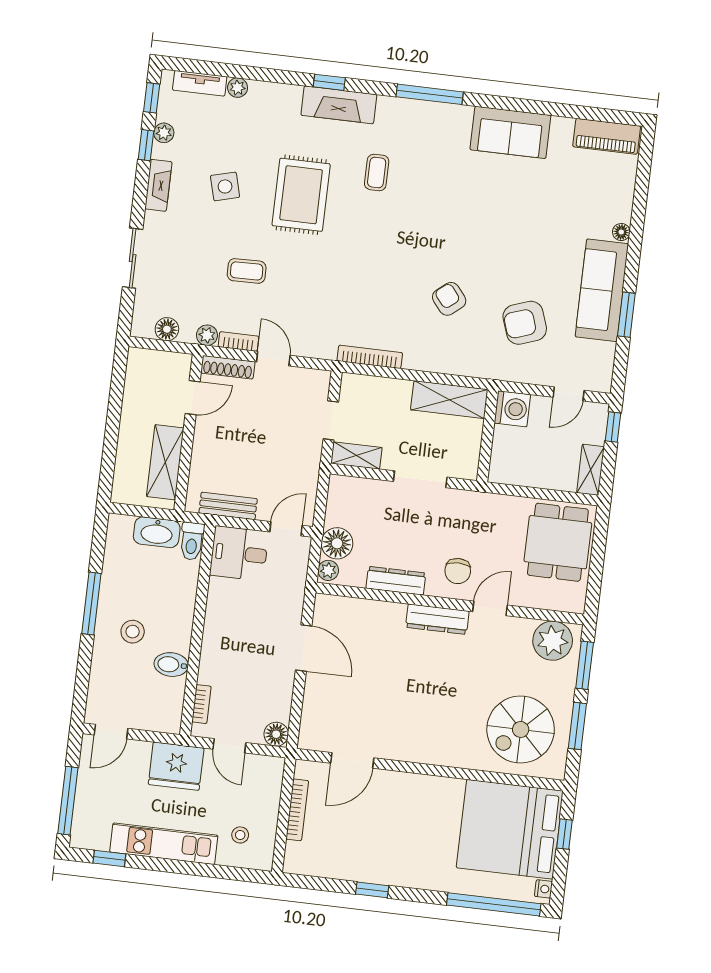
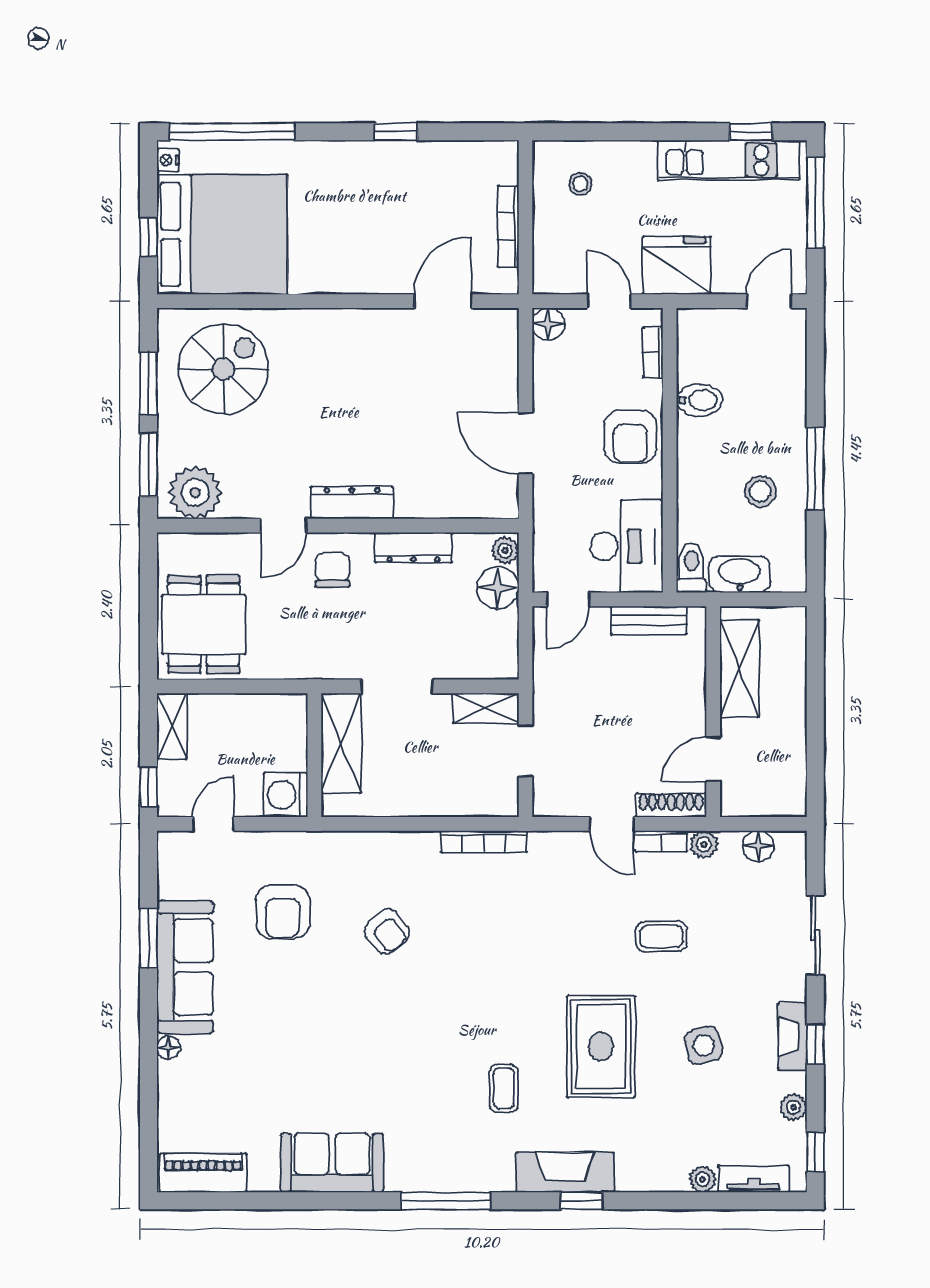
window: (146, 145) -> (815, 1044), moved
armchair: (525, 323) -> (283, 912), turned 109
shelving: (449, 400) -> (341, 743), moved, turned 90
desk: (239, 553) -> (627, 546), width x1.37
stool: (133, 632) -> (760, 491), moved
armchair: (226, 643) -> (630, 437), added
kitchen unit: (164, 844) -> (729, 160), moved

